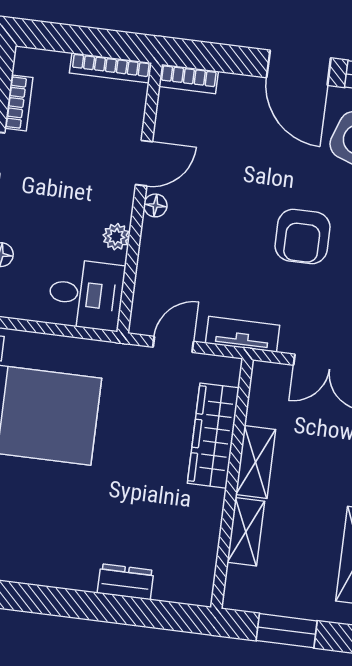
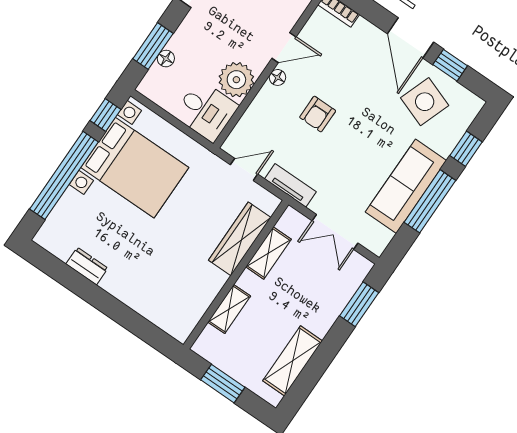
armchair: (303, 236) -> (318, 114), moved, width x0.72, depth x0.72
plant: (116, 237) -> (236, 80), width x1.88, depth x1.88
shelving: (256, 462) -> (268, 253), moved
dresser: (126, 582) -> (87, 266), moved

